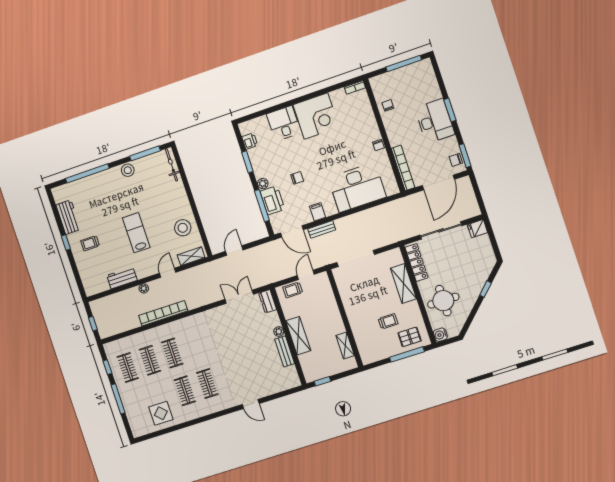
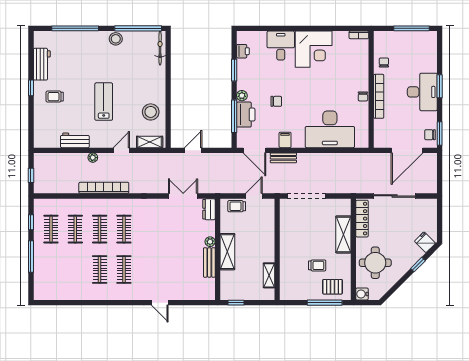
window: (145, 153) -> (138, 28), width x1.46
bookcase: (403, 168) -> (379, 96), moved
fridge: (477, 229) -> (425, 242), moved, turned 45
clothes rail: (195, 346) -> (124, 229), added
display table: (161, 413) -> (69, 284), removed

